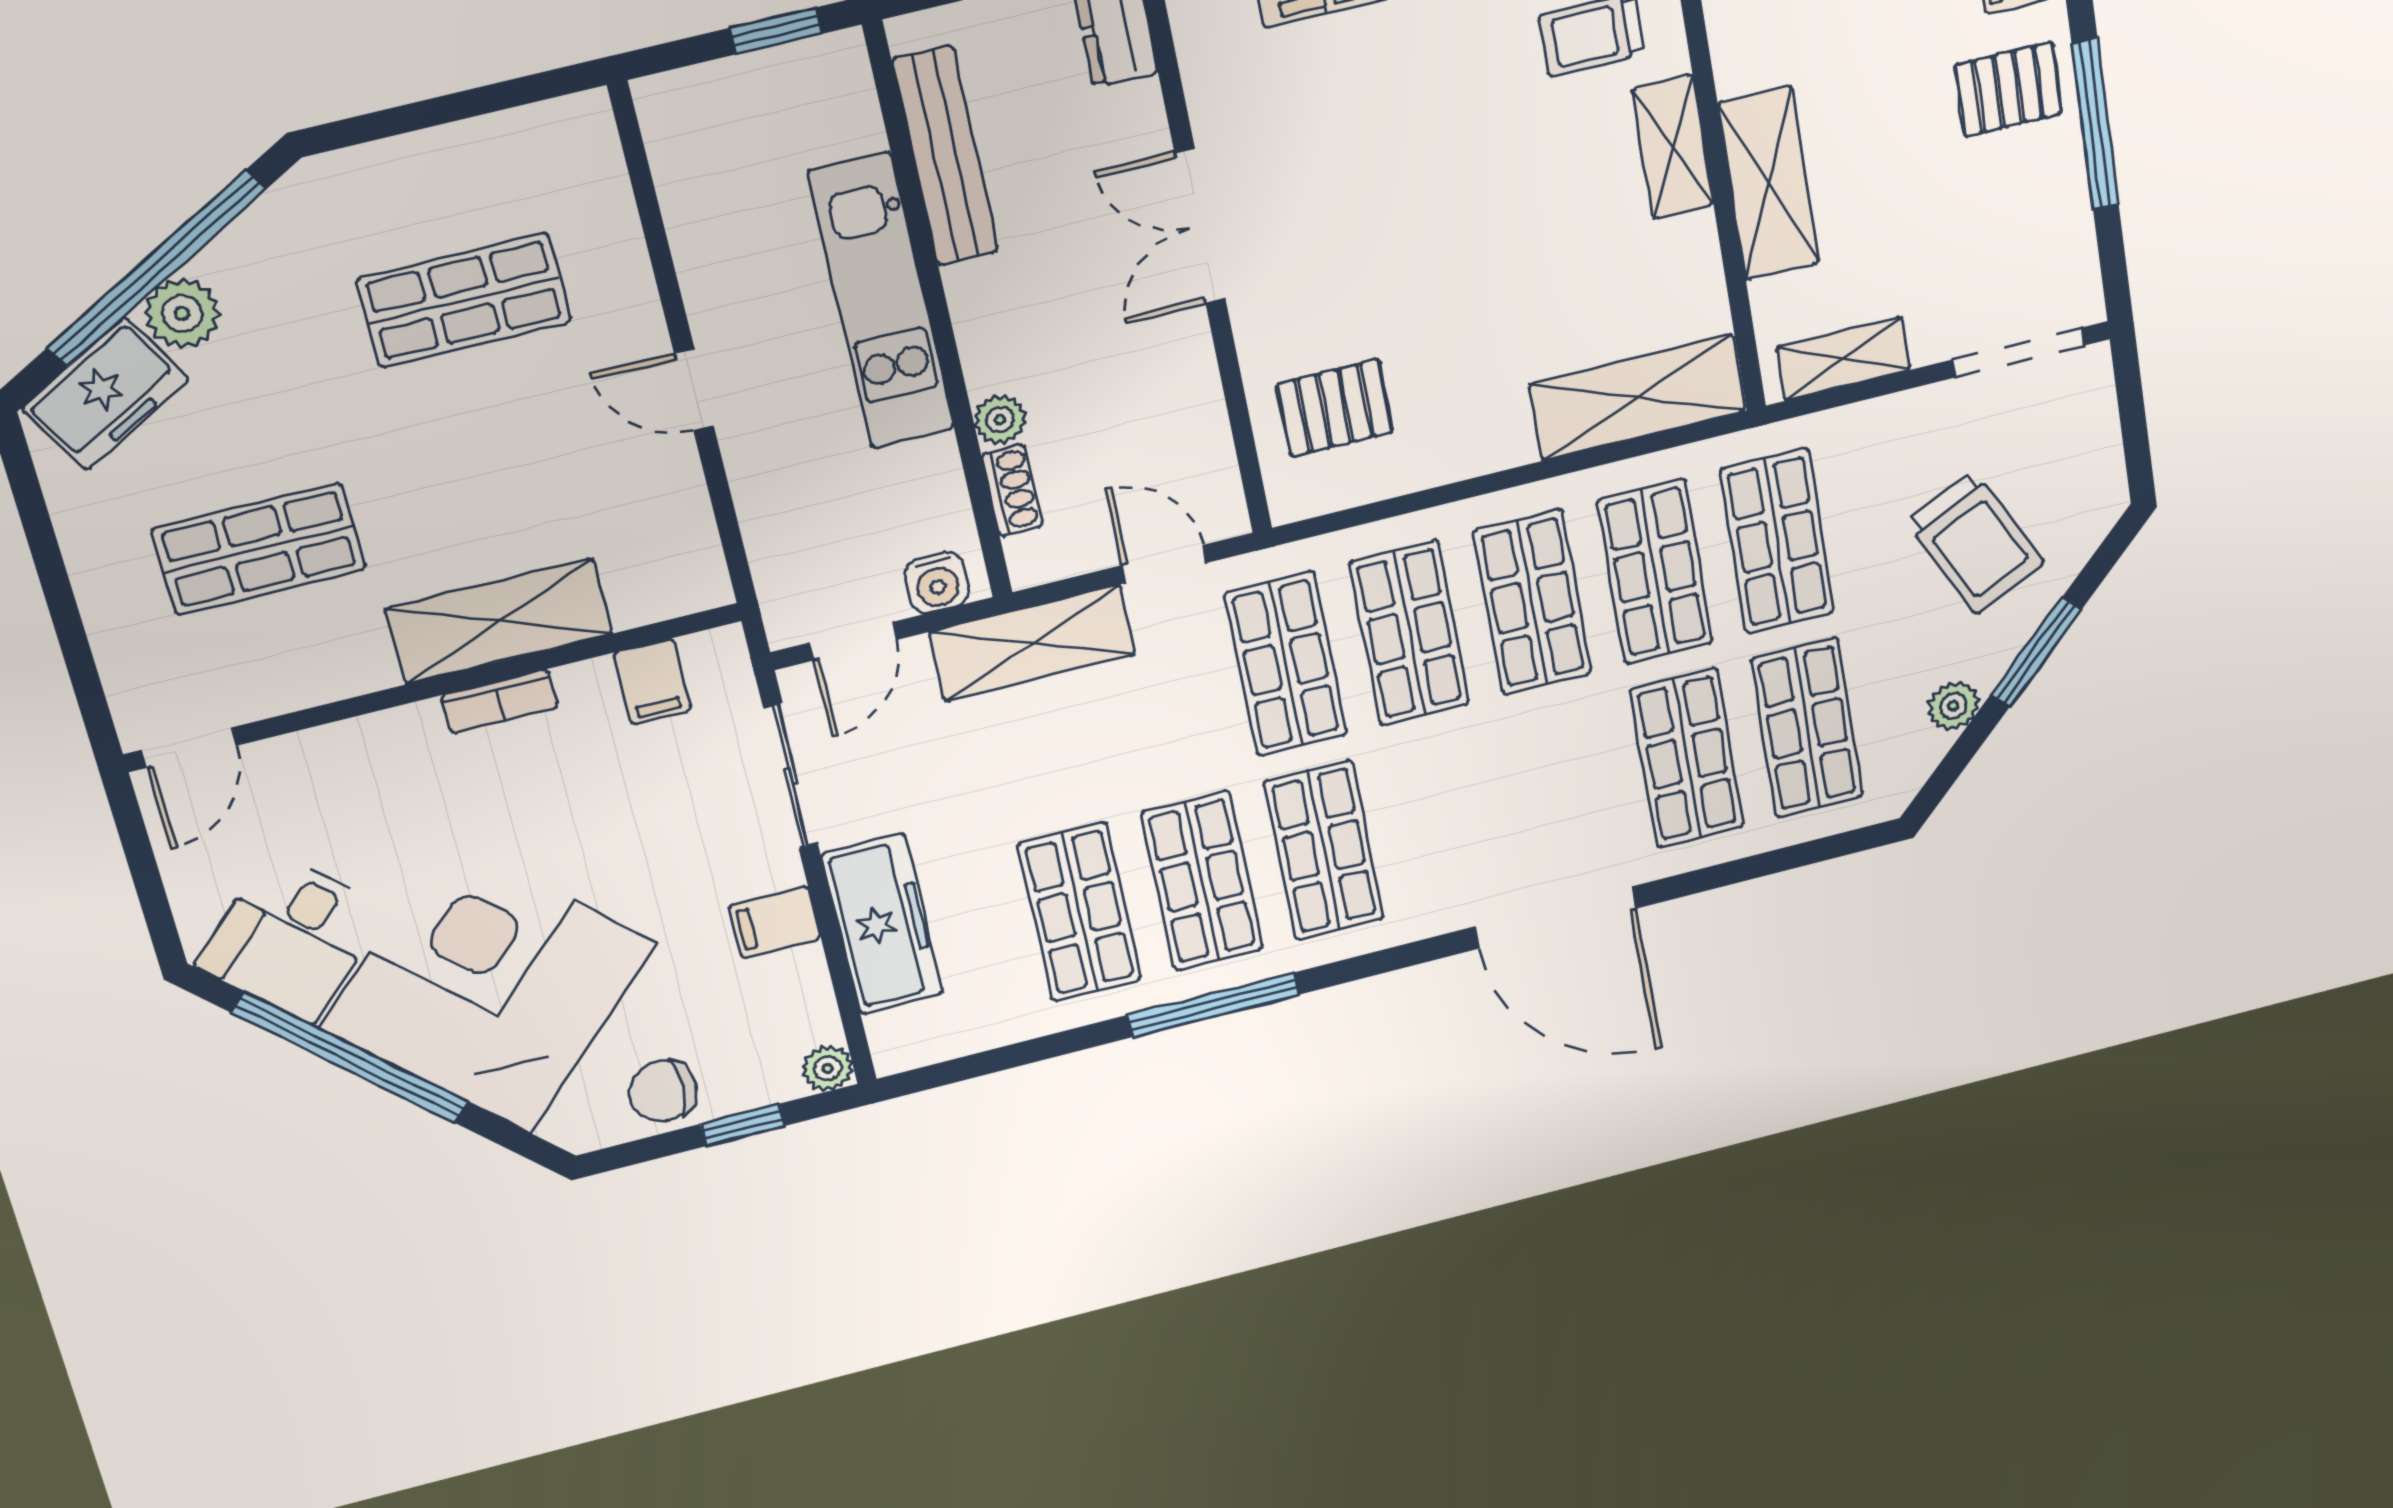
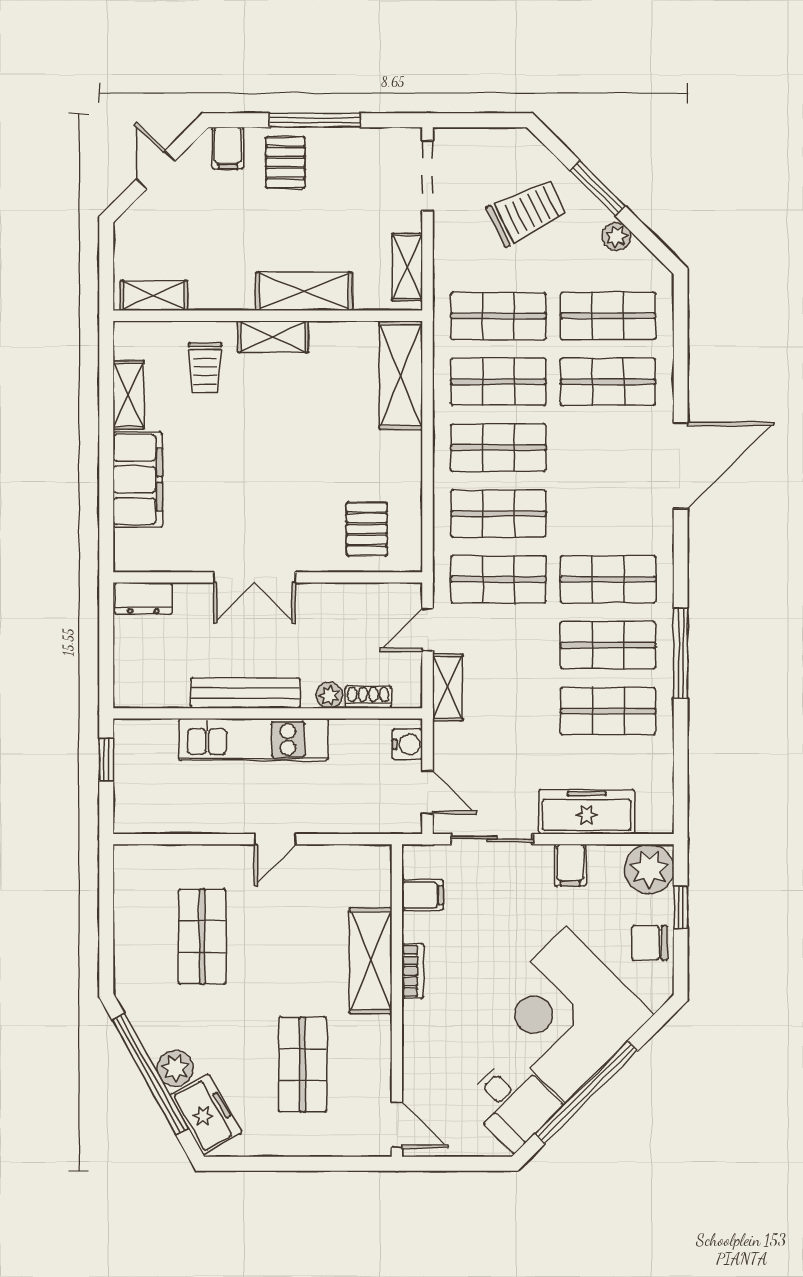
bench: (945, 156) -> (245, 693), moved
shelving: (1032, 643) -> (448, 687), width x0.67, depth x0.75
plant: (828, 1068) -> (649, 869), width x1.87, depth x1.87
chair: (663, 1091) -> (650, 943), turned 90

